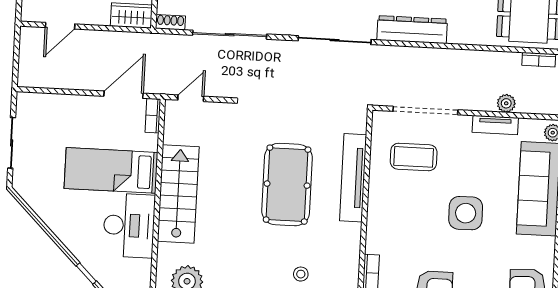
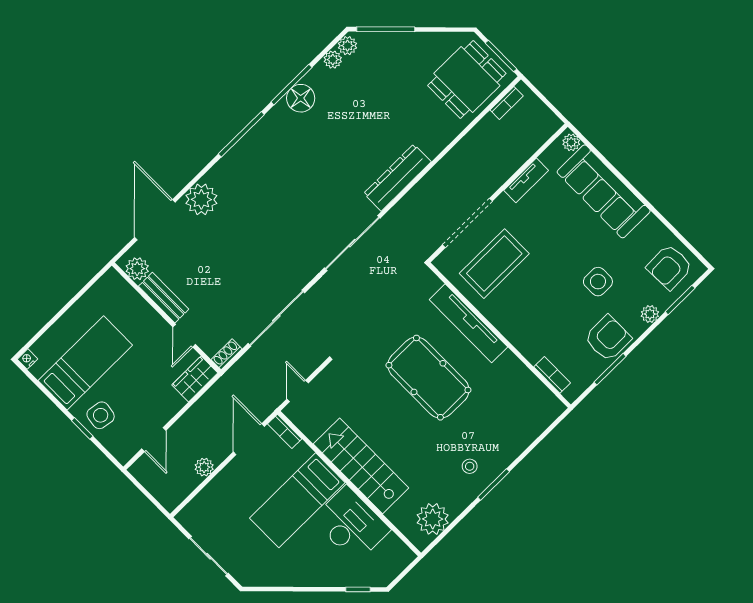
plant: (506, 103) -> (204, 467), moved
coffee table: (414, 157) -> (494, 264), width x1.36, depth x1.32
side table: (466, 213) -> (598, 282), moved, width x0.73, depth x0.73
stool: (301, 274) -> (470, 466), moved

